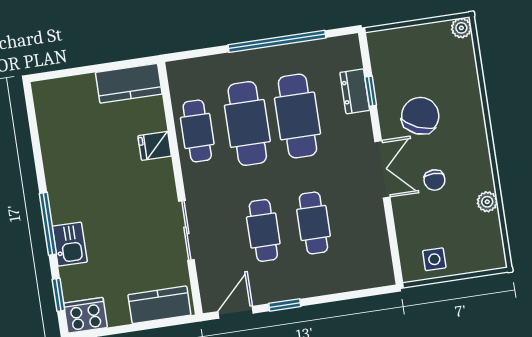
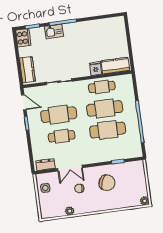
kitchen counter: (129, 83) -> (115, 66), moved, turned 90
dresser: (355, 91) -> (45, 165), moved
double door: (382, 169) -> (70, 168), moved
cafe table: (263, 230) -> (59, 115), width x1.37, depth x1.35

